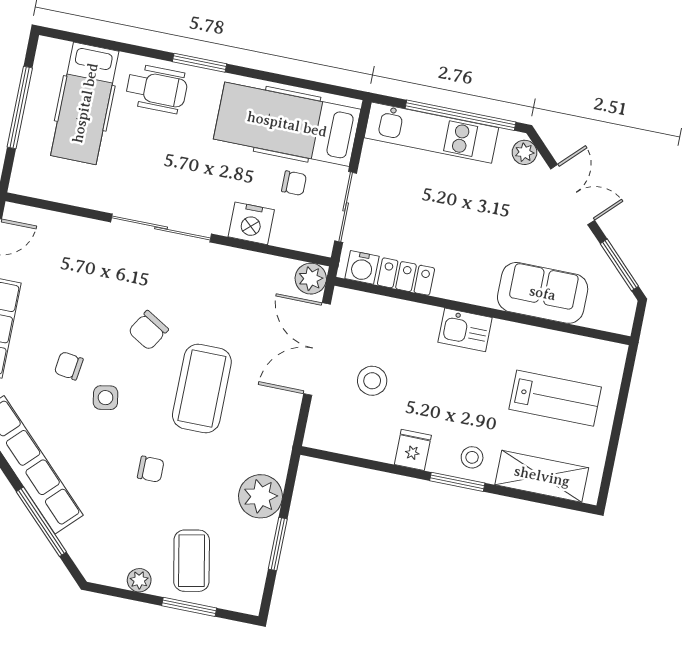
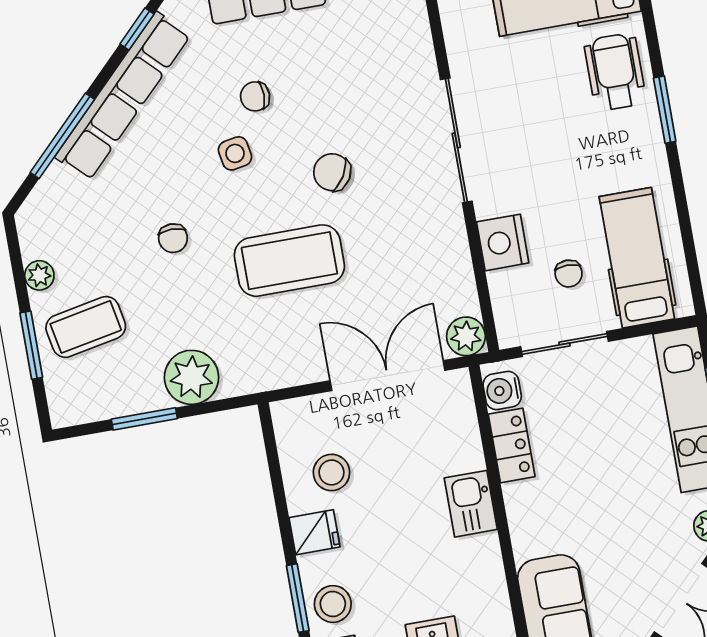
wheelchair: (157, 89) -> (615, 72), turned 180
hospital bed: (287, 124) -> (637, 258), width x0.73, depth x0.77
kitchen sink: (465, 330) -> (471, 504), moved
chair: (69, 366) -> (255, 96), turned -98
stool: (372, 381) -> (331, 472), moved
stool: (472, 457) -> (333, 604), width x1.37, depth x1.37

